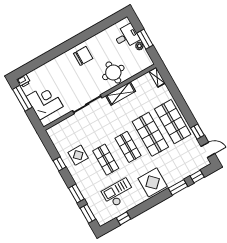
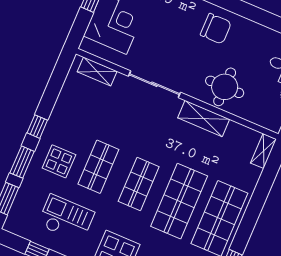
shelving: (61, 126) -> (97, 72), added
display table: (78, 155) -> (59, 161), moved
window: (60, 164) -> (37, 127), moved

